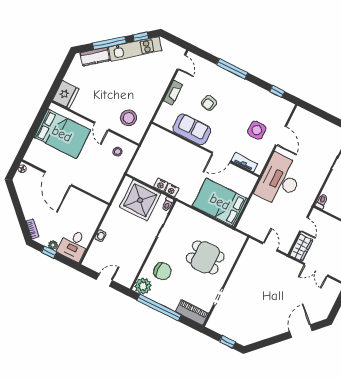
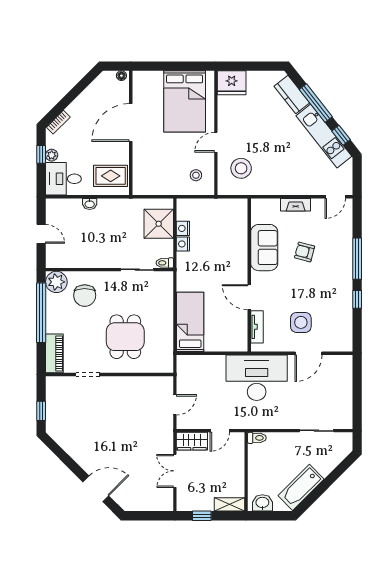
window: (277, 91) -> (357, 299), moved
nightstand: (172, 190) -> (183, 228), moved
shower: (140, 200) -> (159, 224), width x0.73, depth x0.73
bed: (220, 202) -> (190, 322), width x0.67
rug: (88, 211) -> (111, 176), added

